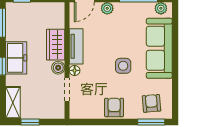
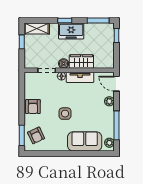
sofa: (159, 48) -> (85, 141), width x0.73
armchair: (151, 103) -> (36, 135), turned 70
armchair: (114, 107) -> (33, 107), turned 90

